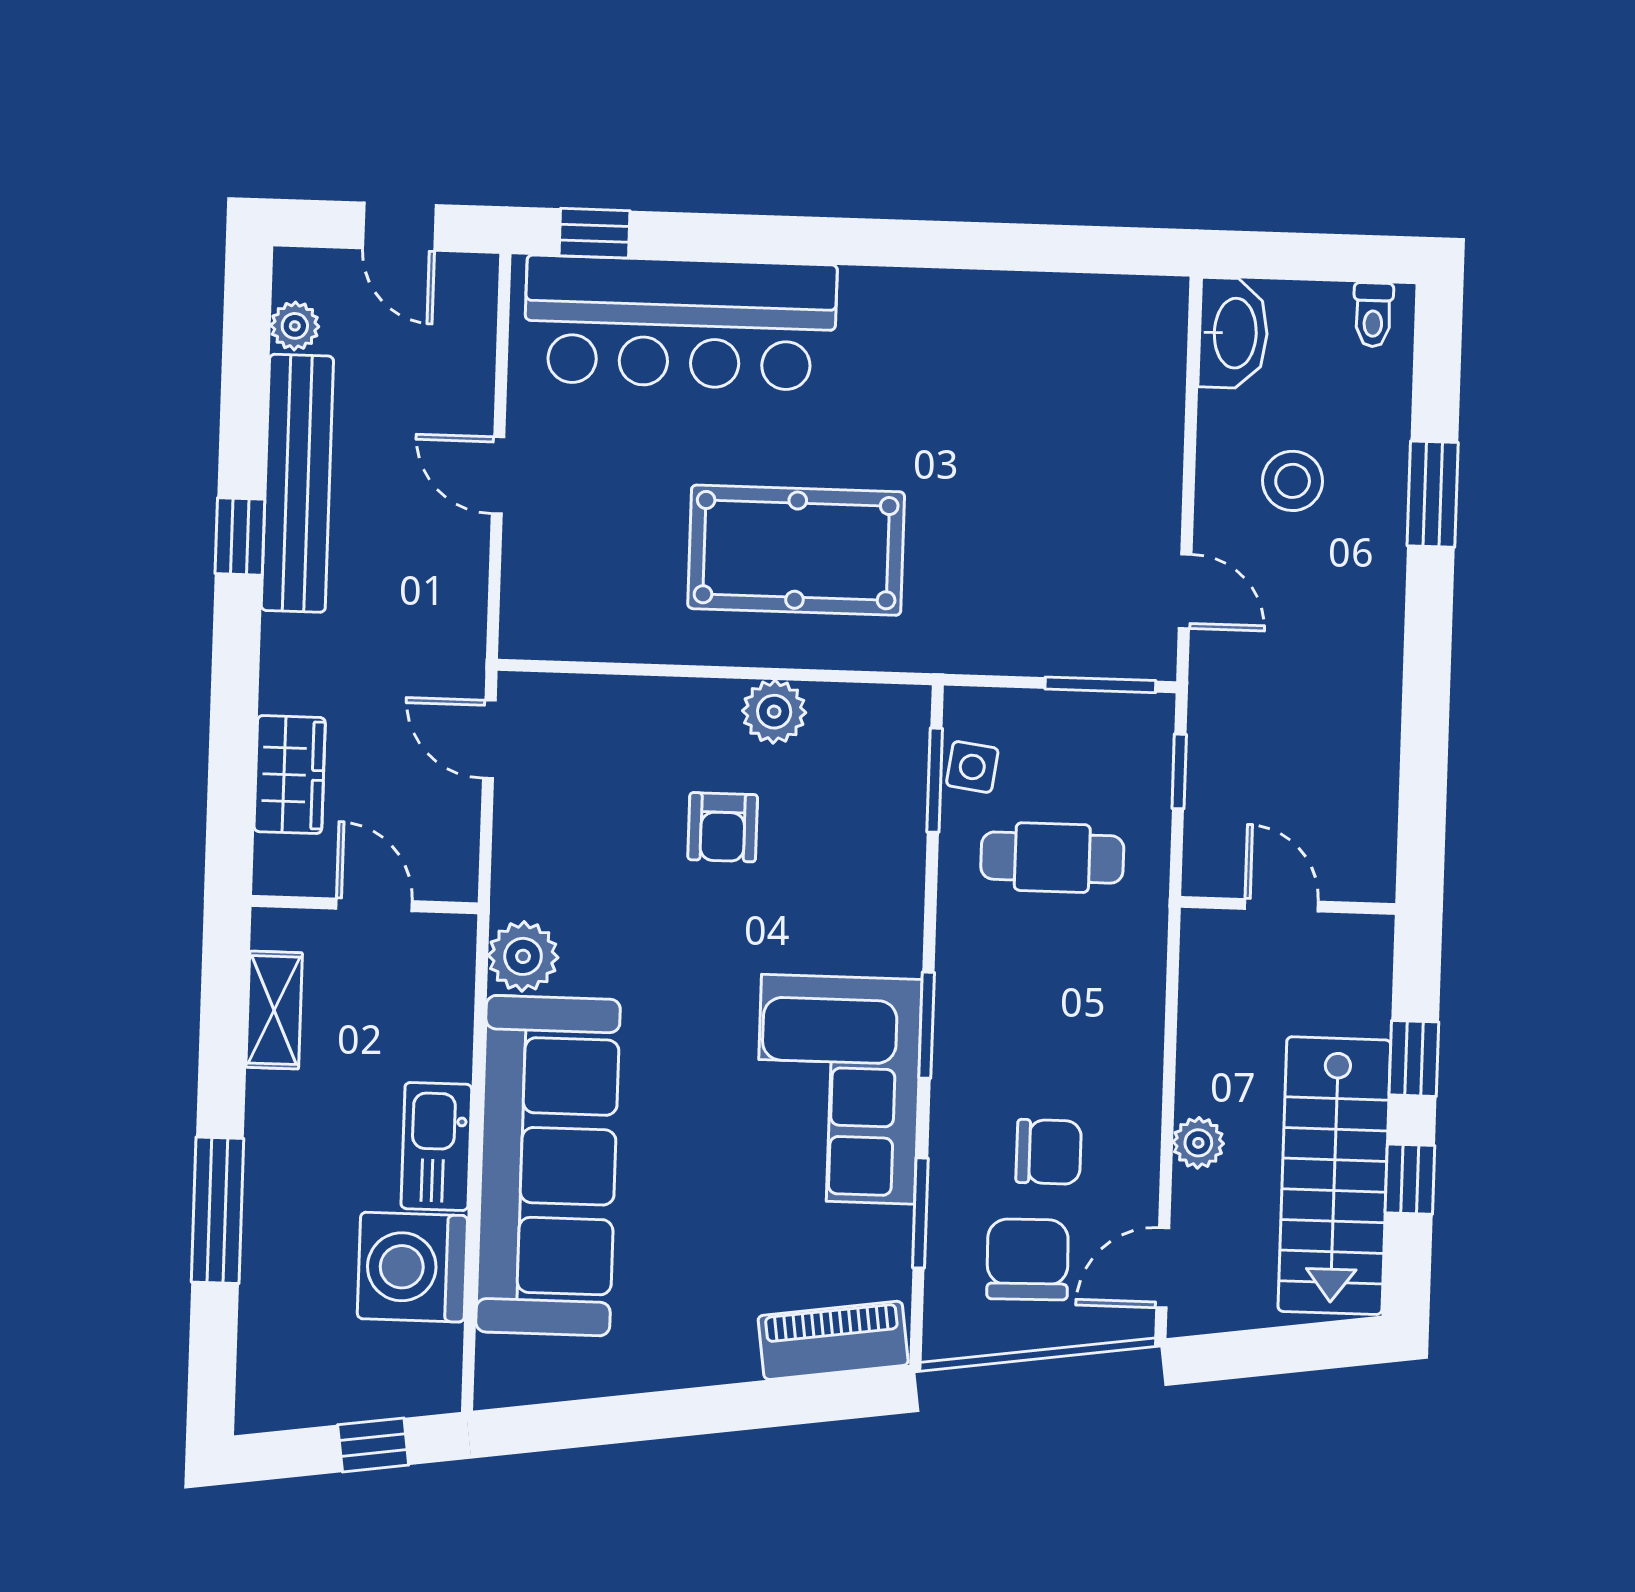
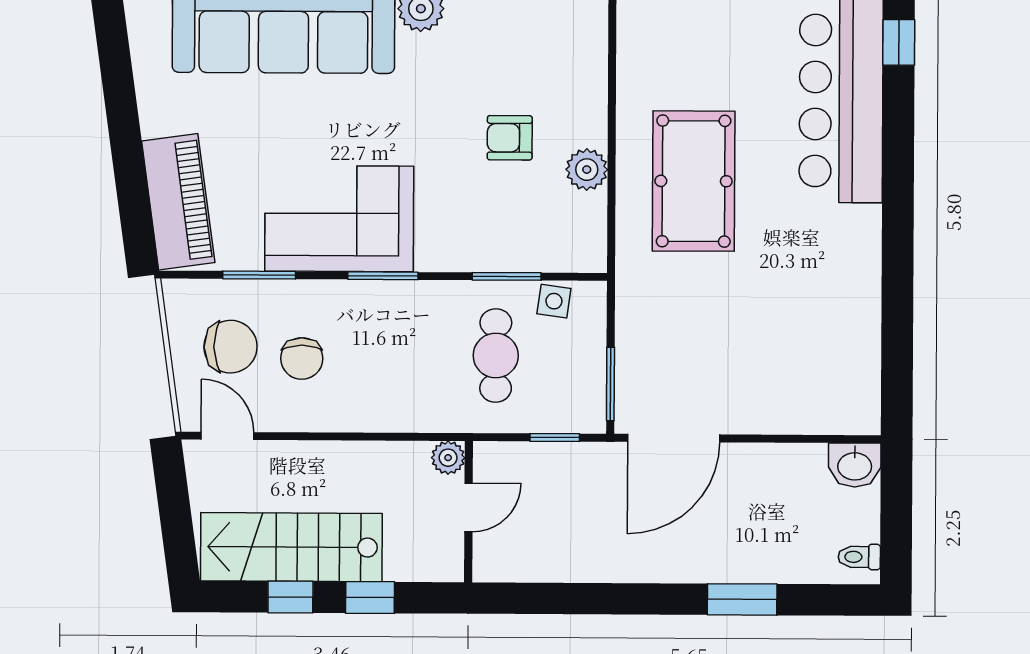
washbasin: (1233, 333) -> (855, 465), width x0.72
stool: (1293, 481) -> (748, 507), removed
door: (1185, 591) -> (674, 438), width x1.88
window: (935, 780) -> (507, 276), moved
plant: (1198, 1143) -> (448, 458), moved
piano: (833, 1340) -> (178, 202), width x1.37, depth x1.33

